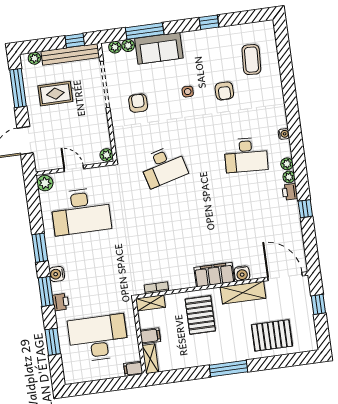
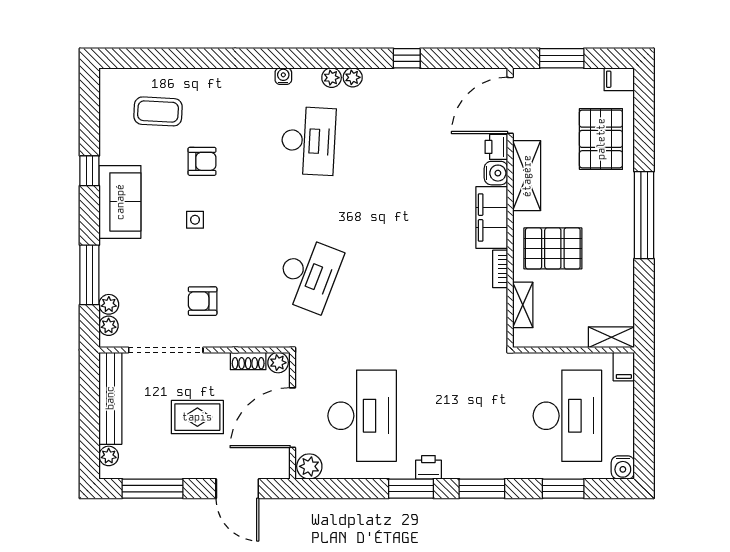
window: (75, 41) -> (89, 388), removed
sofa: (159, 48) -> (120, 202), moved
rug: (55, 94) -> (197, 417), moved, turned 90
shoe rack: (105, 136) -> (248, 361), added
desk: (163, 166) -> (308, 275), turned 36
door: (74, 169) -> (293, 418), width x1.87
printer: (290, 192) -> (496, 147), moved, turned 90
water cooler: (57, 274) -> (623, 467), moved
bookcase: (156, 288) -> (500, 269), moved
printer: (61, 302) -> (428, 467), moved
shelving: (150, 303) -> (523, 305), moved
window: (318, 304) -> (562, 58), width x1.50
filing cabinet: (150, 336) -> (619, 79), moved, turned -90
desk: (98, 338) -> (567, 416), turned 180
window: (229, 368) -> (644, 215), width x1.46

